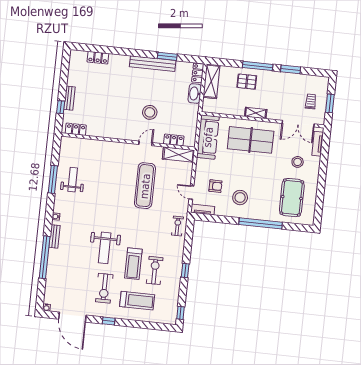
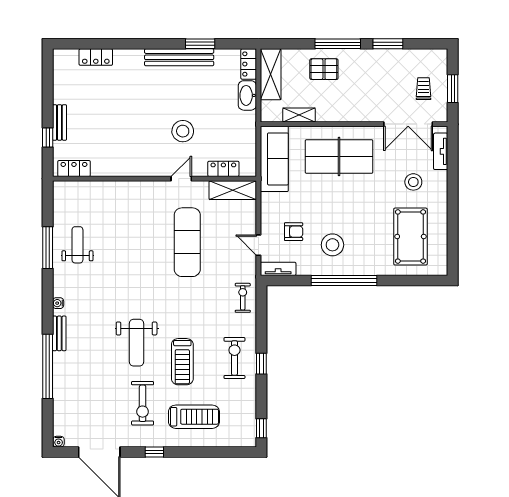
shelving: (256, 113) -> (299, 115), moved
window: (261, 223) -> (344, 281), moved
exercise bike: (155, 270) -> (234, 358), moved

